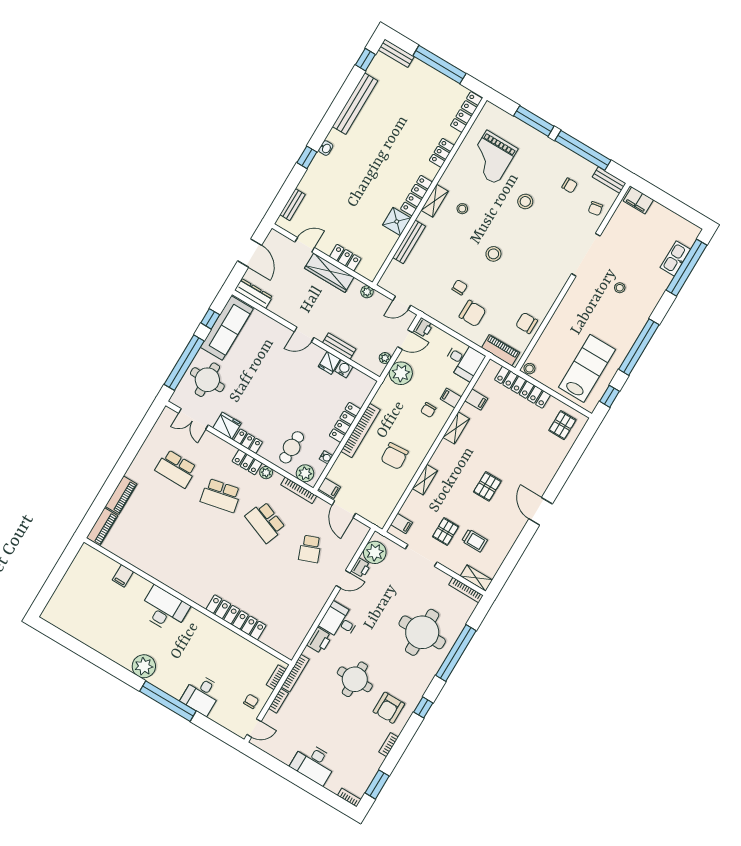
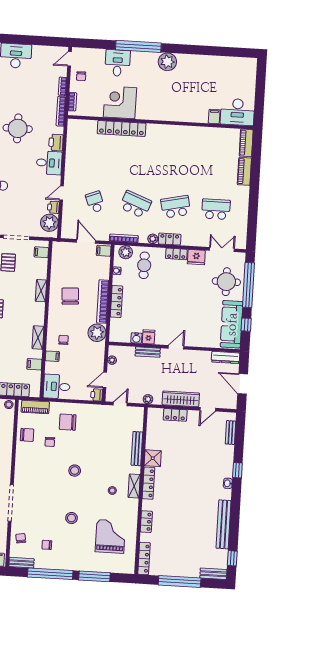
chair: (460, 287) -> (50, 442), moved
plant: (401, 373) -> (97, 333), moved
desk: (164, 609) -> (237, 112), moved
corner desk: (222, 648) -> (120, 102), added

